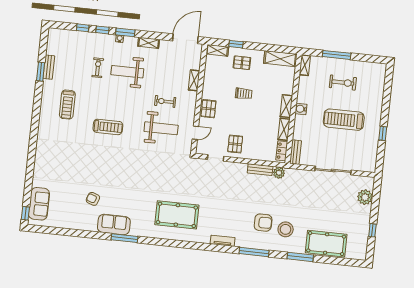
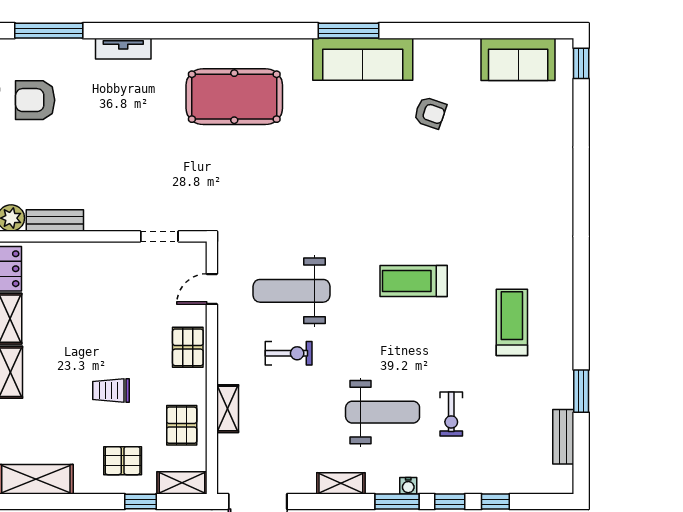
bench: (49, 67) -> (563, 437), moved
pallet: (235, 144) -> (182, 425), moved
sofa: (39, 204) -> (518, 59), moved, turned -90
sofa: (114, 224) -> (363, 59), width x1.36

